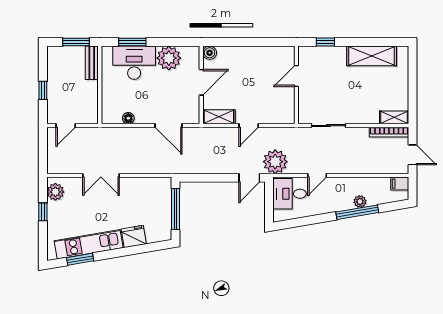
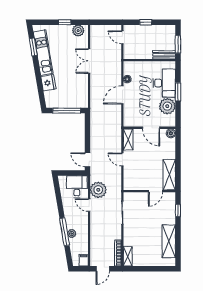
window: (132, 42) -> (178, 92), moved
shelving: (271, 55) -> (169, 175), added
door: (296, 76) -> (155, 191), swing flipped
door: (169, 126) -> (122, 95), moved
plant: (275, 162) -> (98, 190), moved

